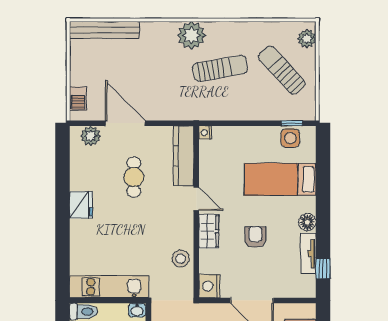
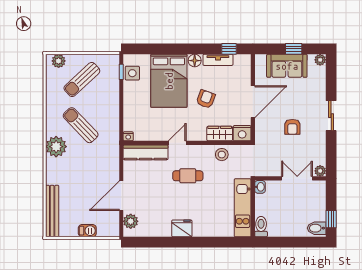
sun lounger: (220, 68) -> (81, 125), turned -34
barbecue: (78, 99) -> (87, 231), moved
cafe table: (134, 177) -> (188, 176), moved
bed: (280, 179) -> (169, 81), width x1.50
wardrobe: (209, 231) -> (220, 134), moved
armchair: (255, 237) -> (206, 99), turned 110

